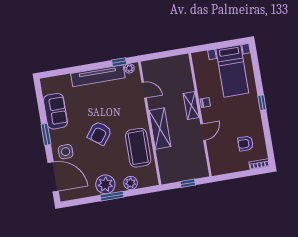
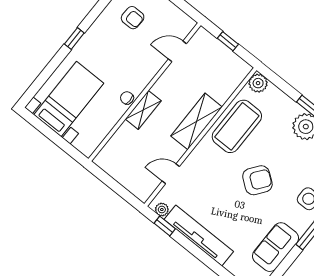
door: (144, 90) -> (171, 174), hinge flipped
door: (203, 132) -> (177, 51), moved
plant: (131, 183) -> (258, 83), moved

